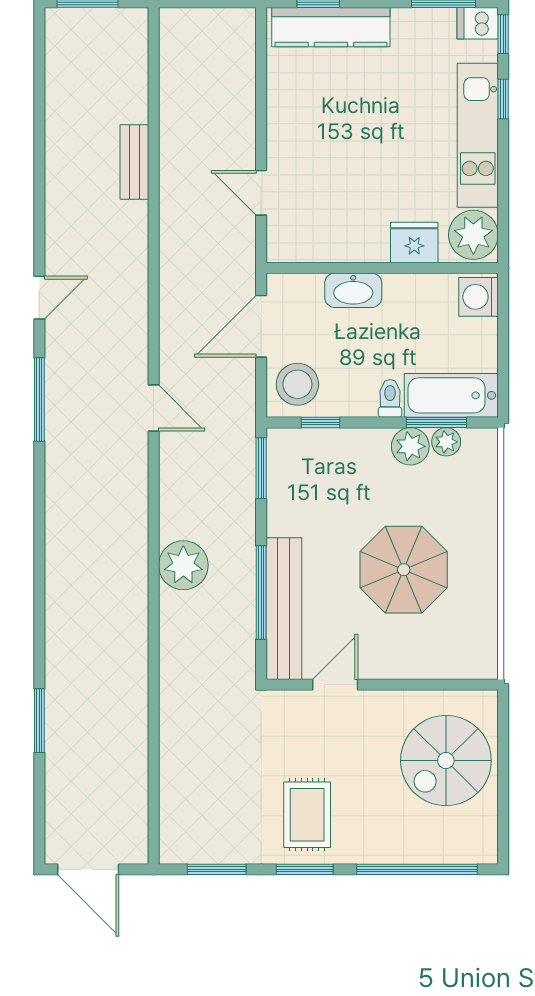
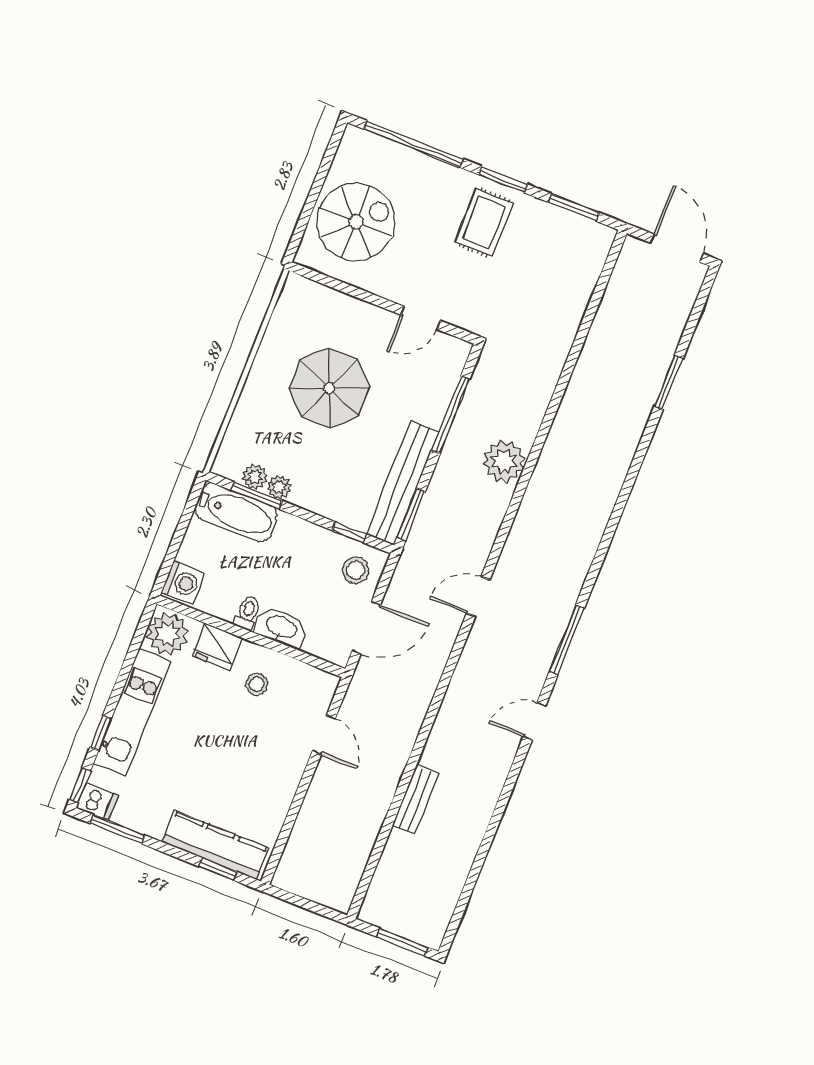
stool: (355, 219) -> (257, 684), added
stool: (297, 384) -> (356, 570), width x0.73, depth x0.73
toilet: (390, 398) -> (247, 613), moved, turned 180
door: (154, 408) -> (478, 597), hinge flipped
plant: (410, 446) -> (279, 487), width x0.73, depth x0.73
bench: (284, 609) -> (403, 483), moved

